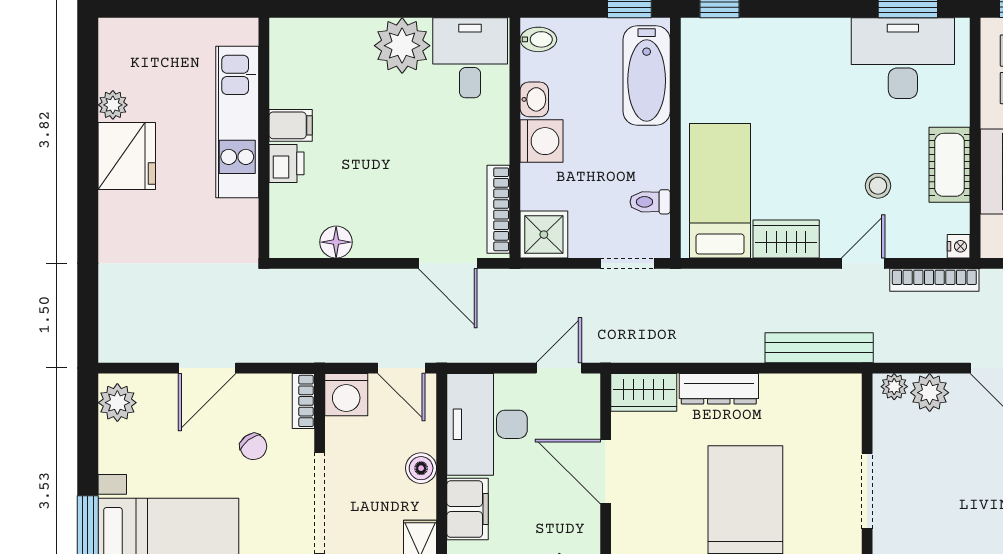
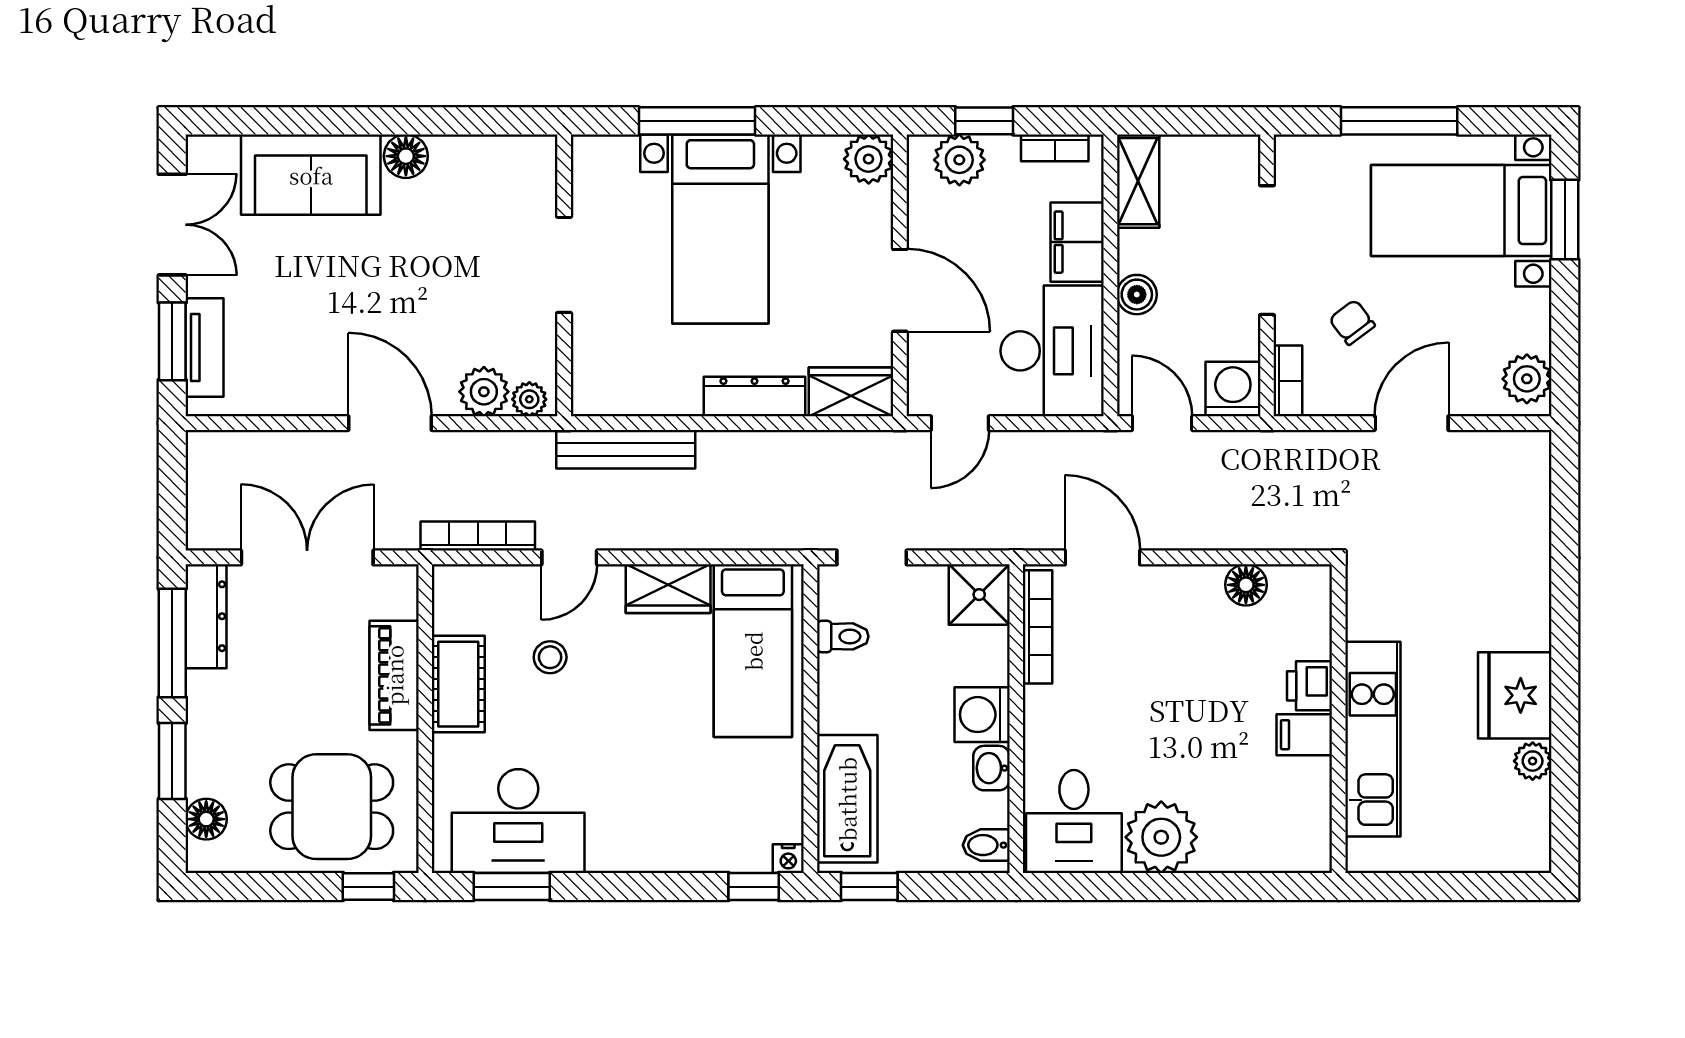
nightstand: (959, 246) -> (788, 859), moved, turned -90

